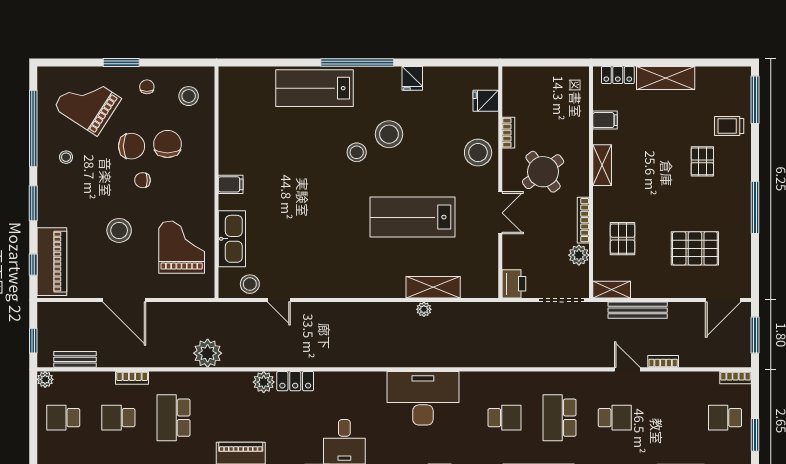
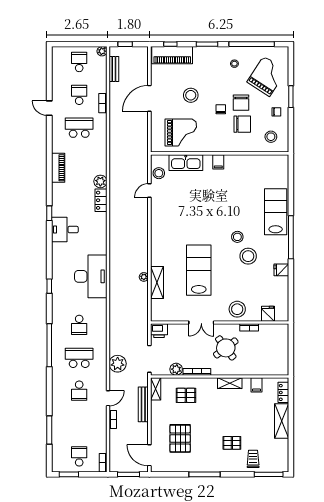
plant: (208, 353) -> (118, 364), moved

